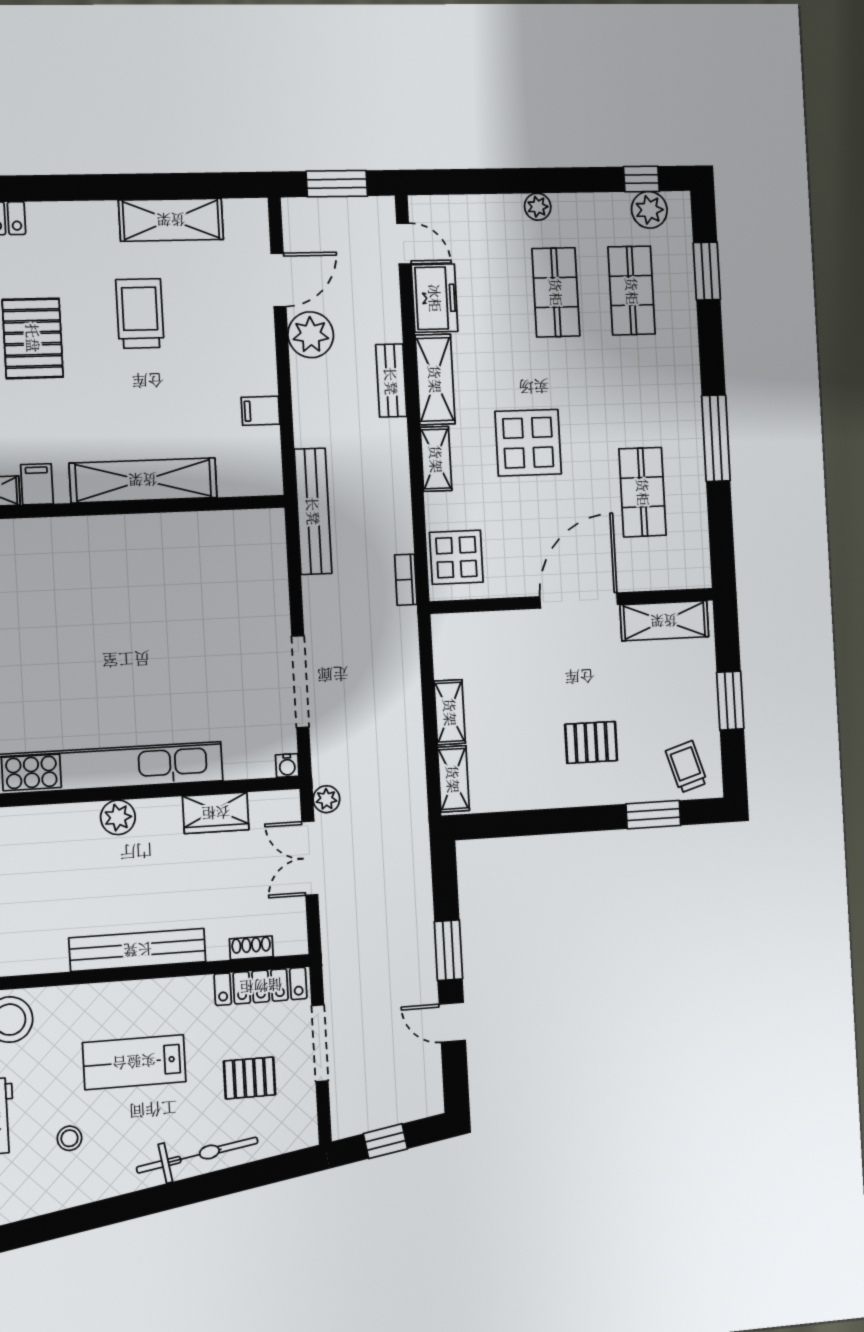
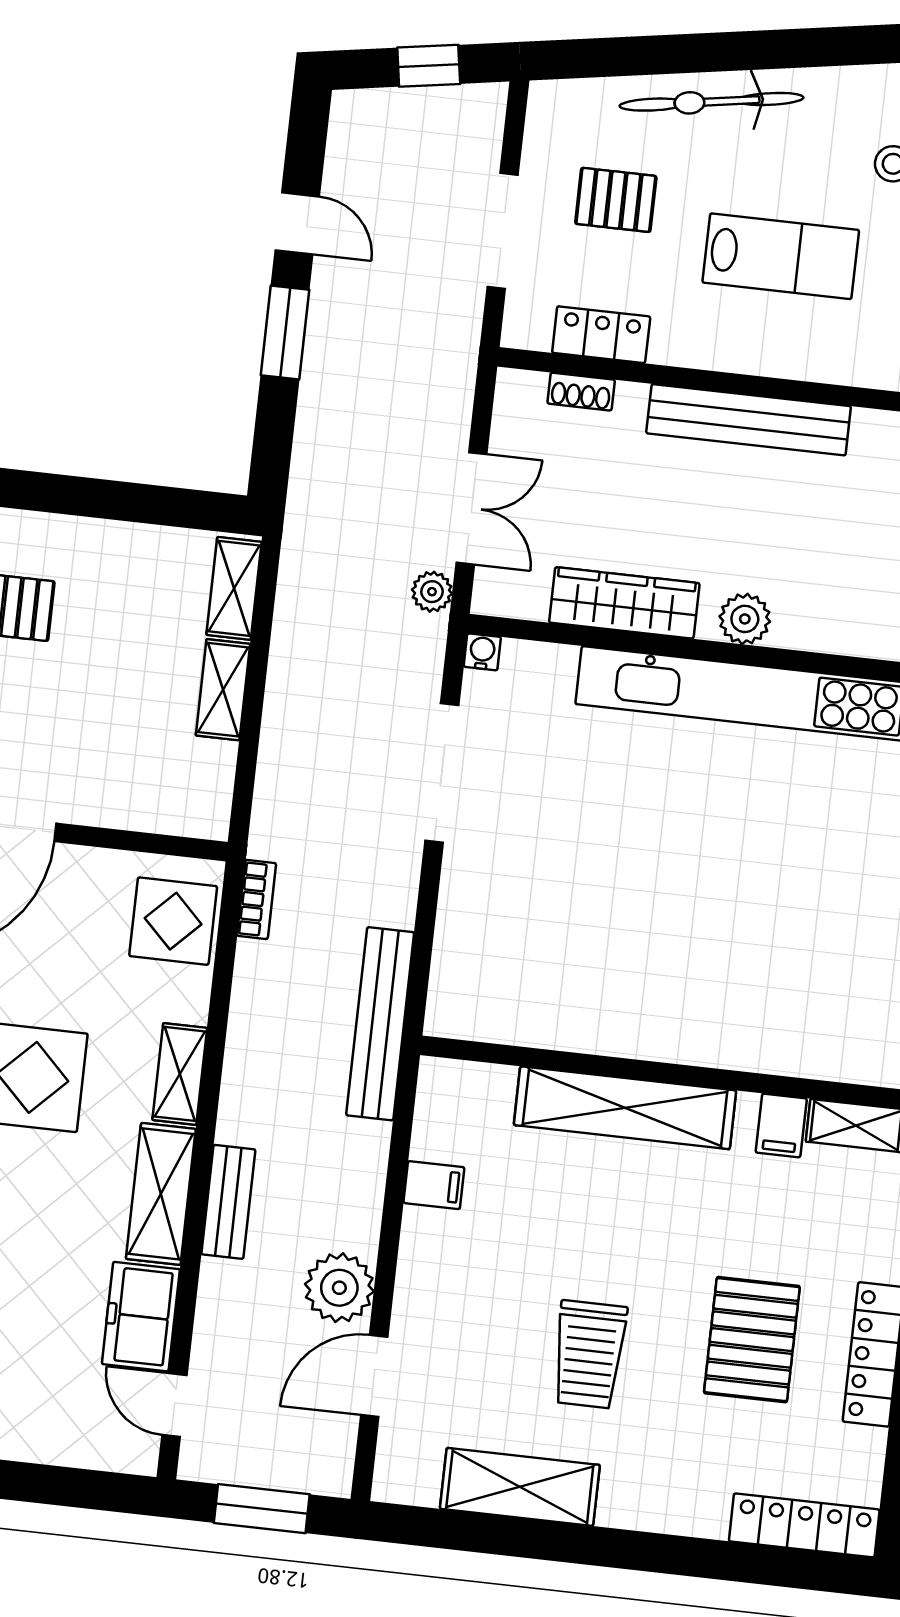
wardrobe: (216, 813) -> (624, 603), width x1.50
locker: (261, 986) -> (601, 335), width x0.66

